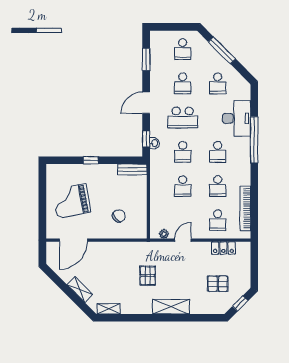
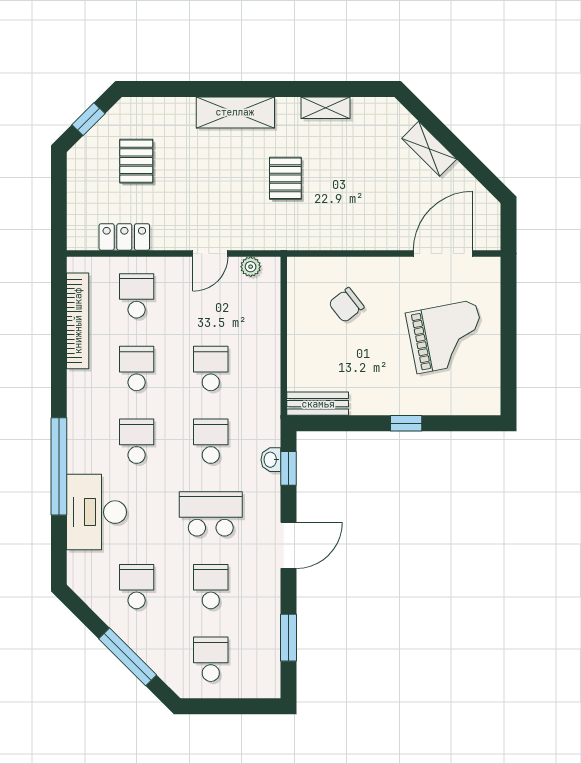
pallet: (218, 284) -> (136, 161), turned 90
shelving: (109, 309) -> (326, 108), moved

